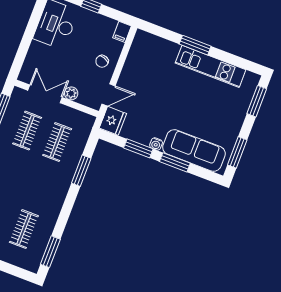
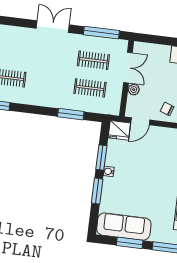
door: (108, 95) -> (140, 121), hinge flipped
sofa: (194, 150) -> (124, 227), moved, turned -90
window: (237, 152) -> (130, 243), moved

